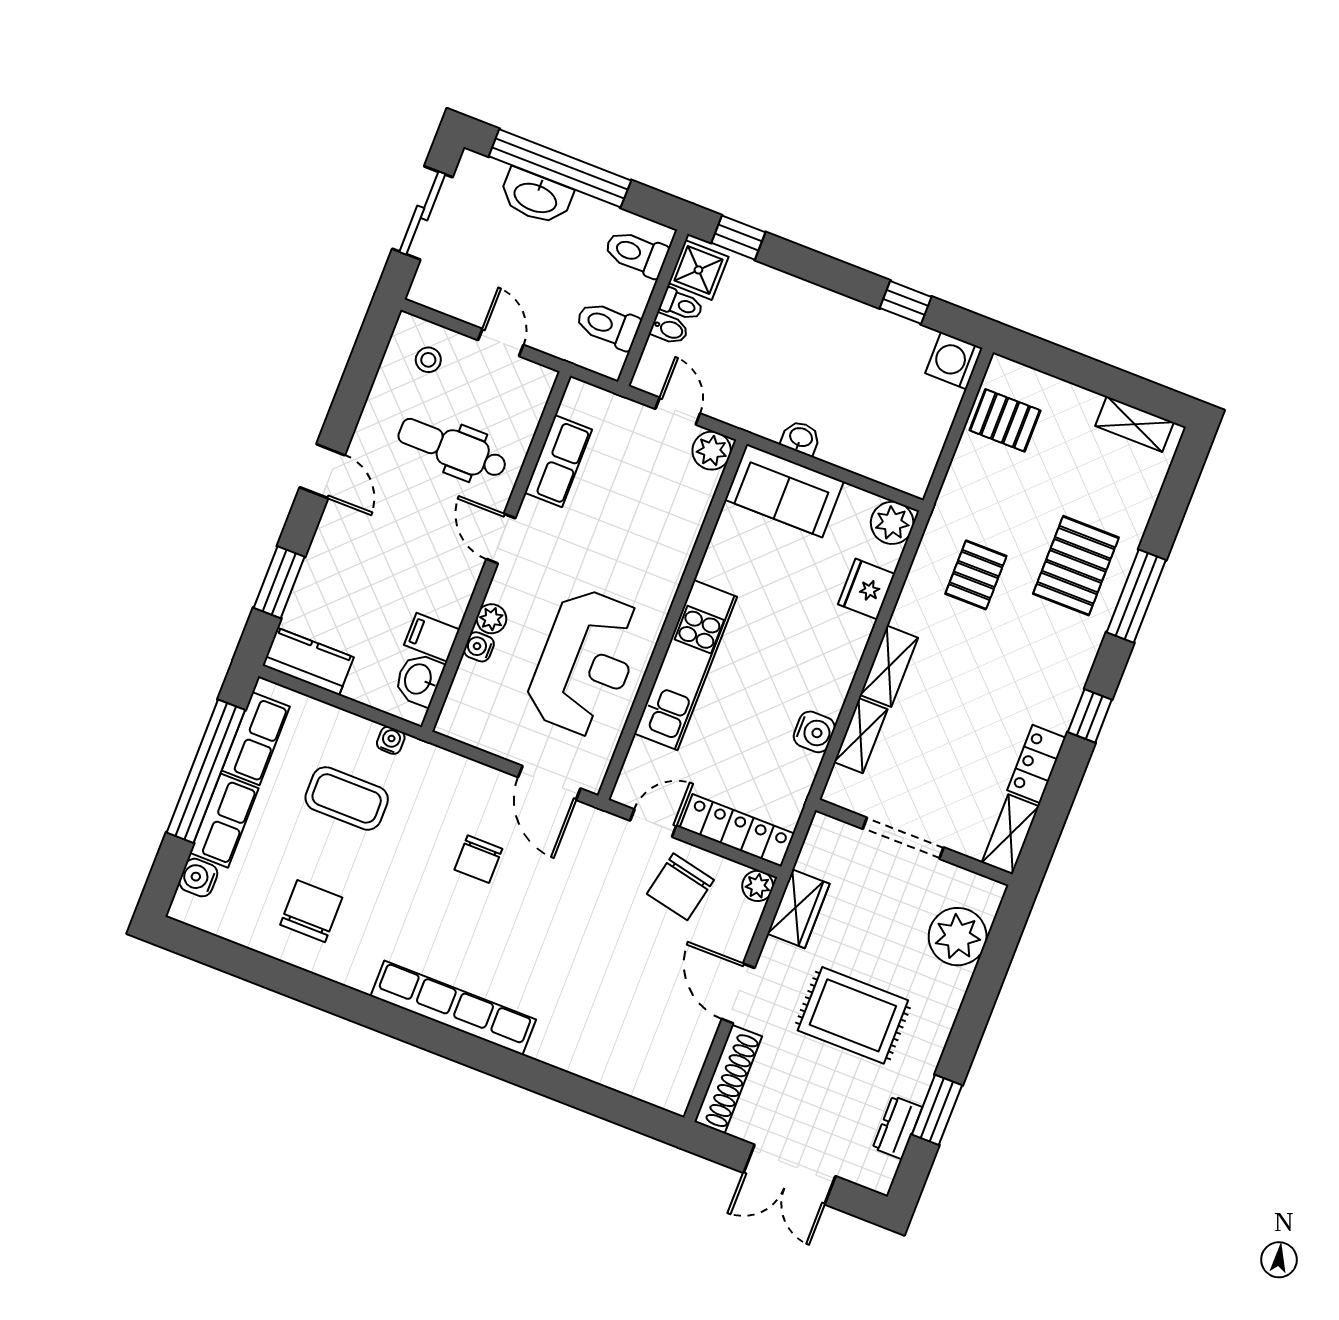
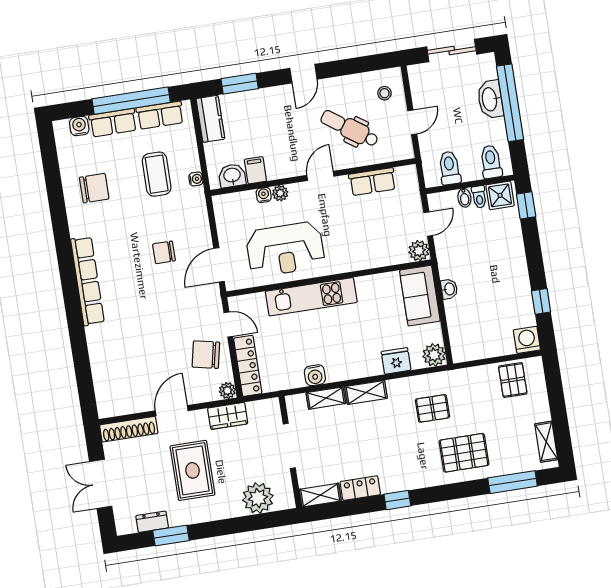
dental chair: (452, 448) -> (349, 129), turned -55
window: (1136, 596) -> (513, 482), moved

